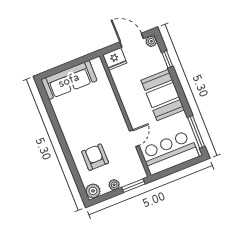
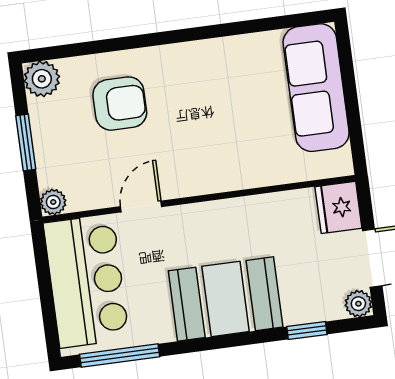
door: (134, 138) -> (141, 207), swing flipped
plant: (114, 185) -> (53, 202), moved
window: (133, 186) -> (26, 143), moved

